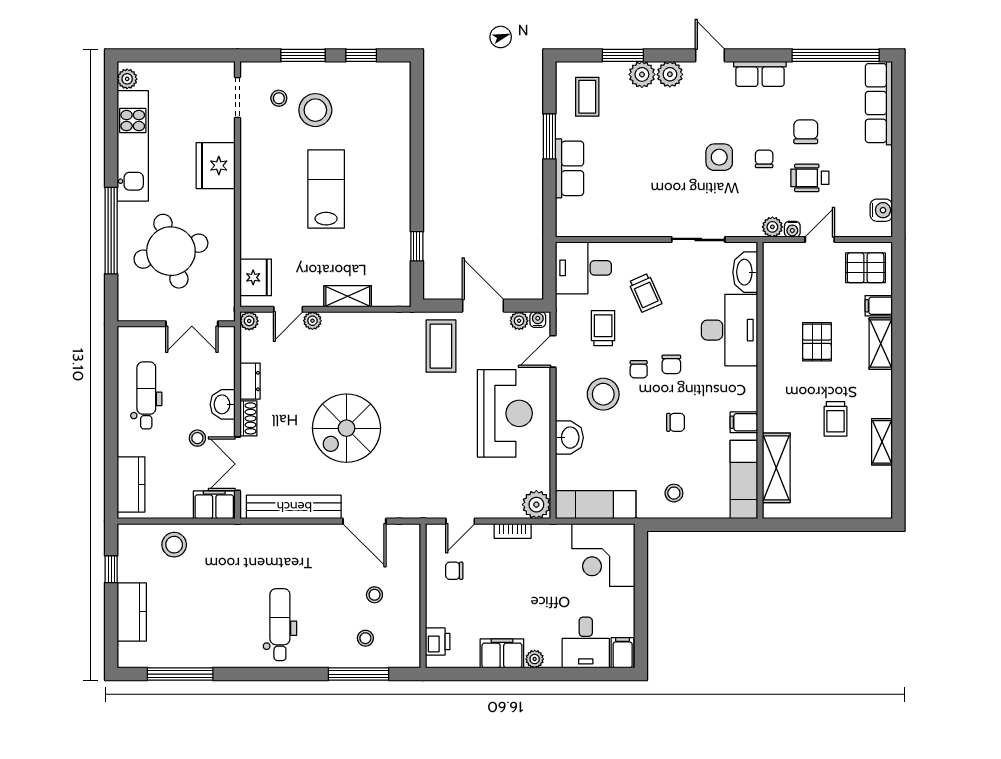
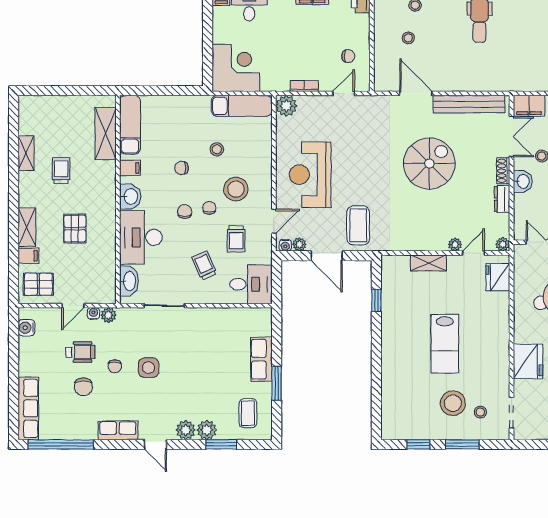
washbasin: (569, 438) -> (130, 197), moved, turned 180
stool: (674, 493) -> (217, 149), moved

